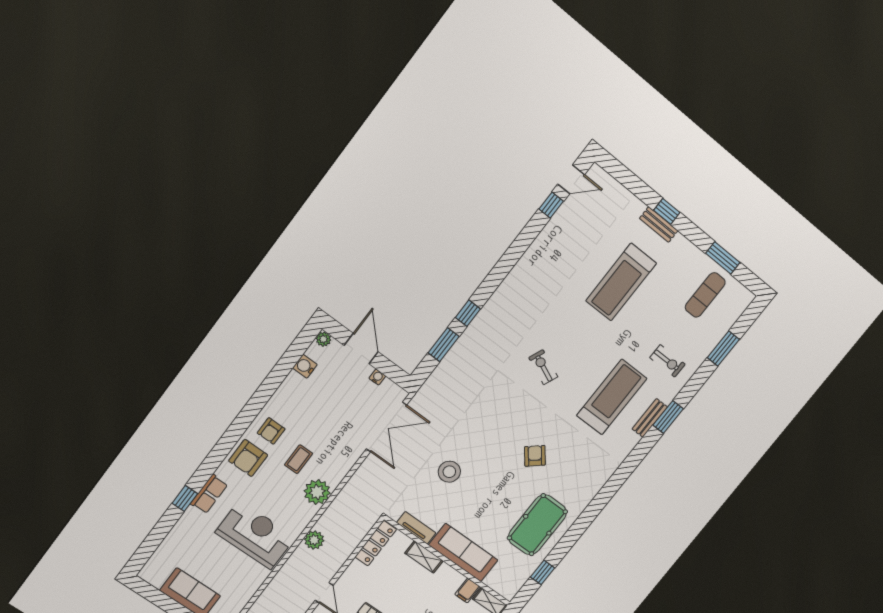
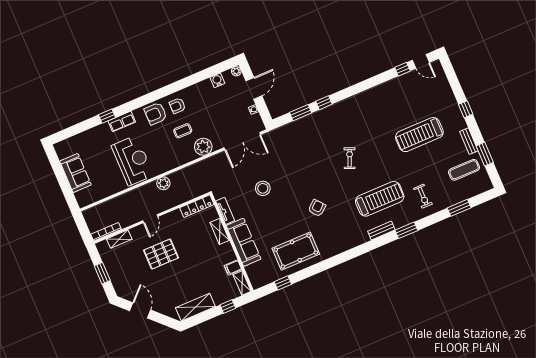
bench: (659, 225) -> (469, 141), moved
bench: (650, 418) -> (381, 230), moved
plant: (317, 492) -> (203, 147), moved

